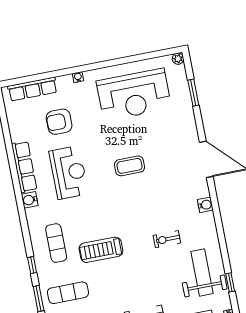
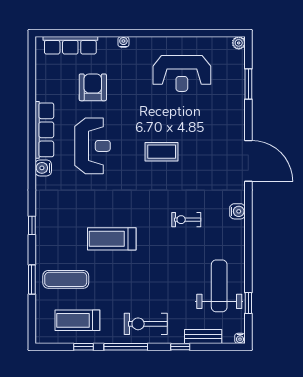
reception desk: (134, 95) -> (182, 73), width x0.74, depth x0.77
armchair: (59, 122) -> (93, 87), turned 90
exercise bike: (167, 239) -> (186, 220), moved
exercise mat: (56, 243) -> (63, 222), removed
window: (32, 265) -> (32, 225), moved

